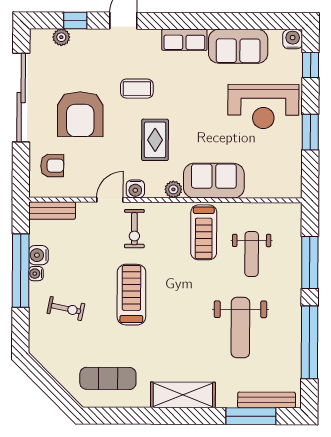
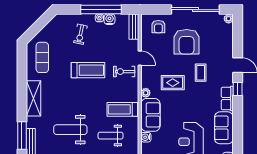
window: (75, 20) -> (238, 89), moved
plant: (61, 37) -> (229, 19), moved
armchair: (80, 114) -> (187, 42), turned -90
water cooler: (135, 189) -> (146, 137), moved

